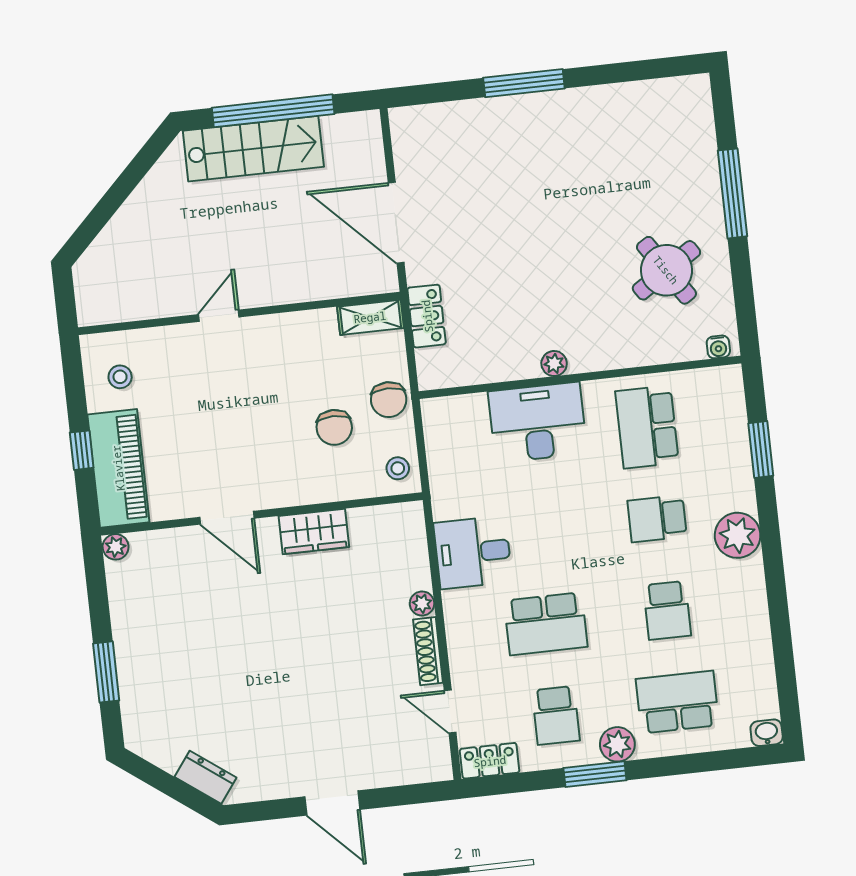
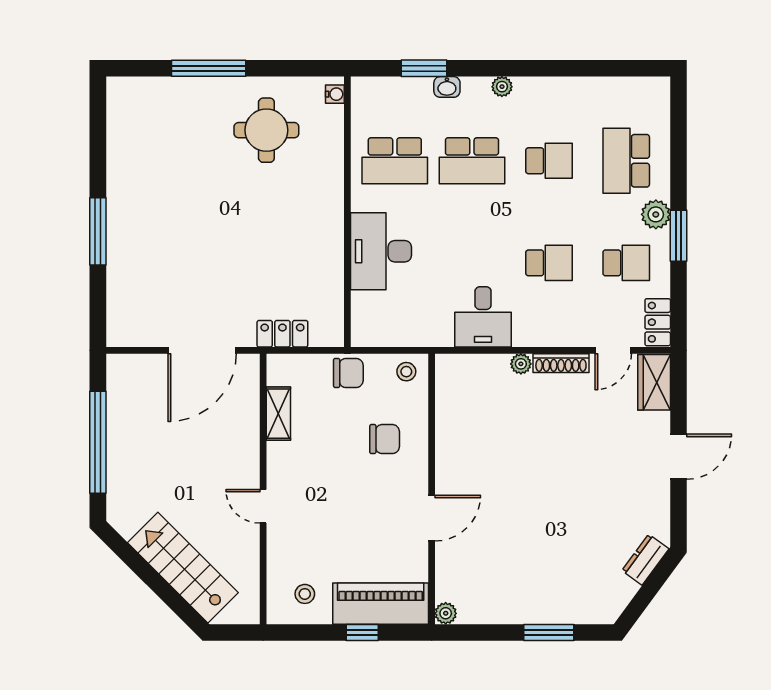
stairs: (253, 149) -> (183, 568), moved, turned -45
round table: (666, 270) -> (266, 130), turned 33
shelving: (370, 317) -> (278, 414), moved
plant: (554, 364) -> (334, 232), removed
chair: (334, 427) -> (385, 439), moved
school desk: (657, 519) -> (472, 161), width x1.85
wardrobe: (314, 531) -> (654, 382), moved, turned 180
plant: (738, 535) -> (502, 87), width x0.53, depth x0.53
school desk: (546, 624) -> (549, 263), width x0.54
washbasin: (767, 733) -> (447, 87), moved, turned -90

